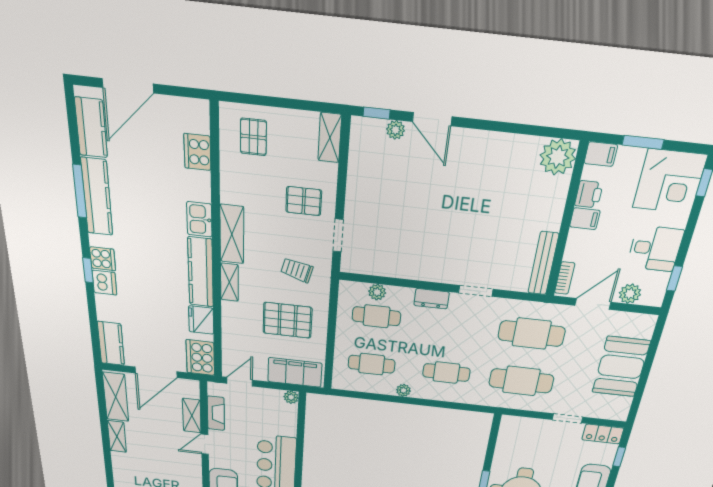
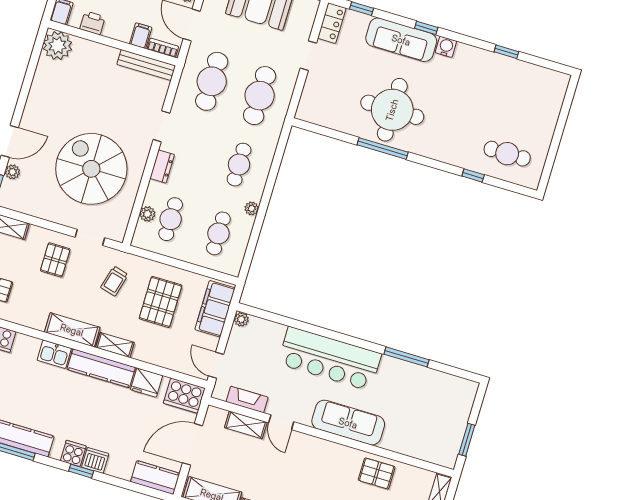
filing cabinet: (585, 219) -> (141, 36), moved
spiral stairs: (416, 223) -> (91, 169), added
door: (156, 372) -> (192, 444), swing flipped

